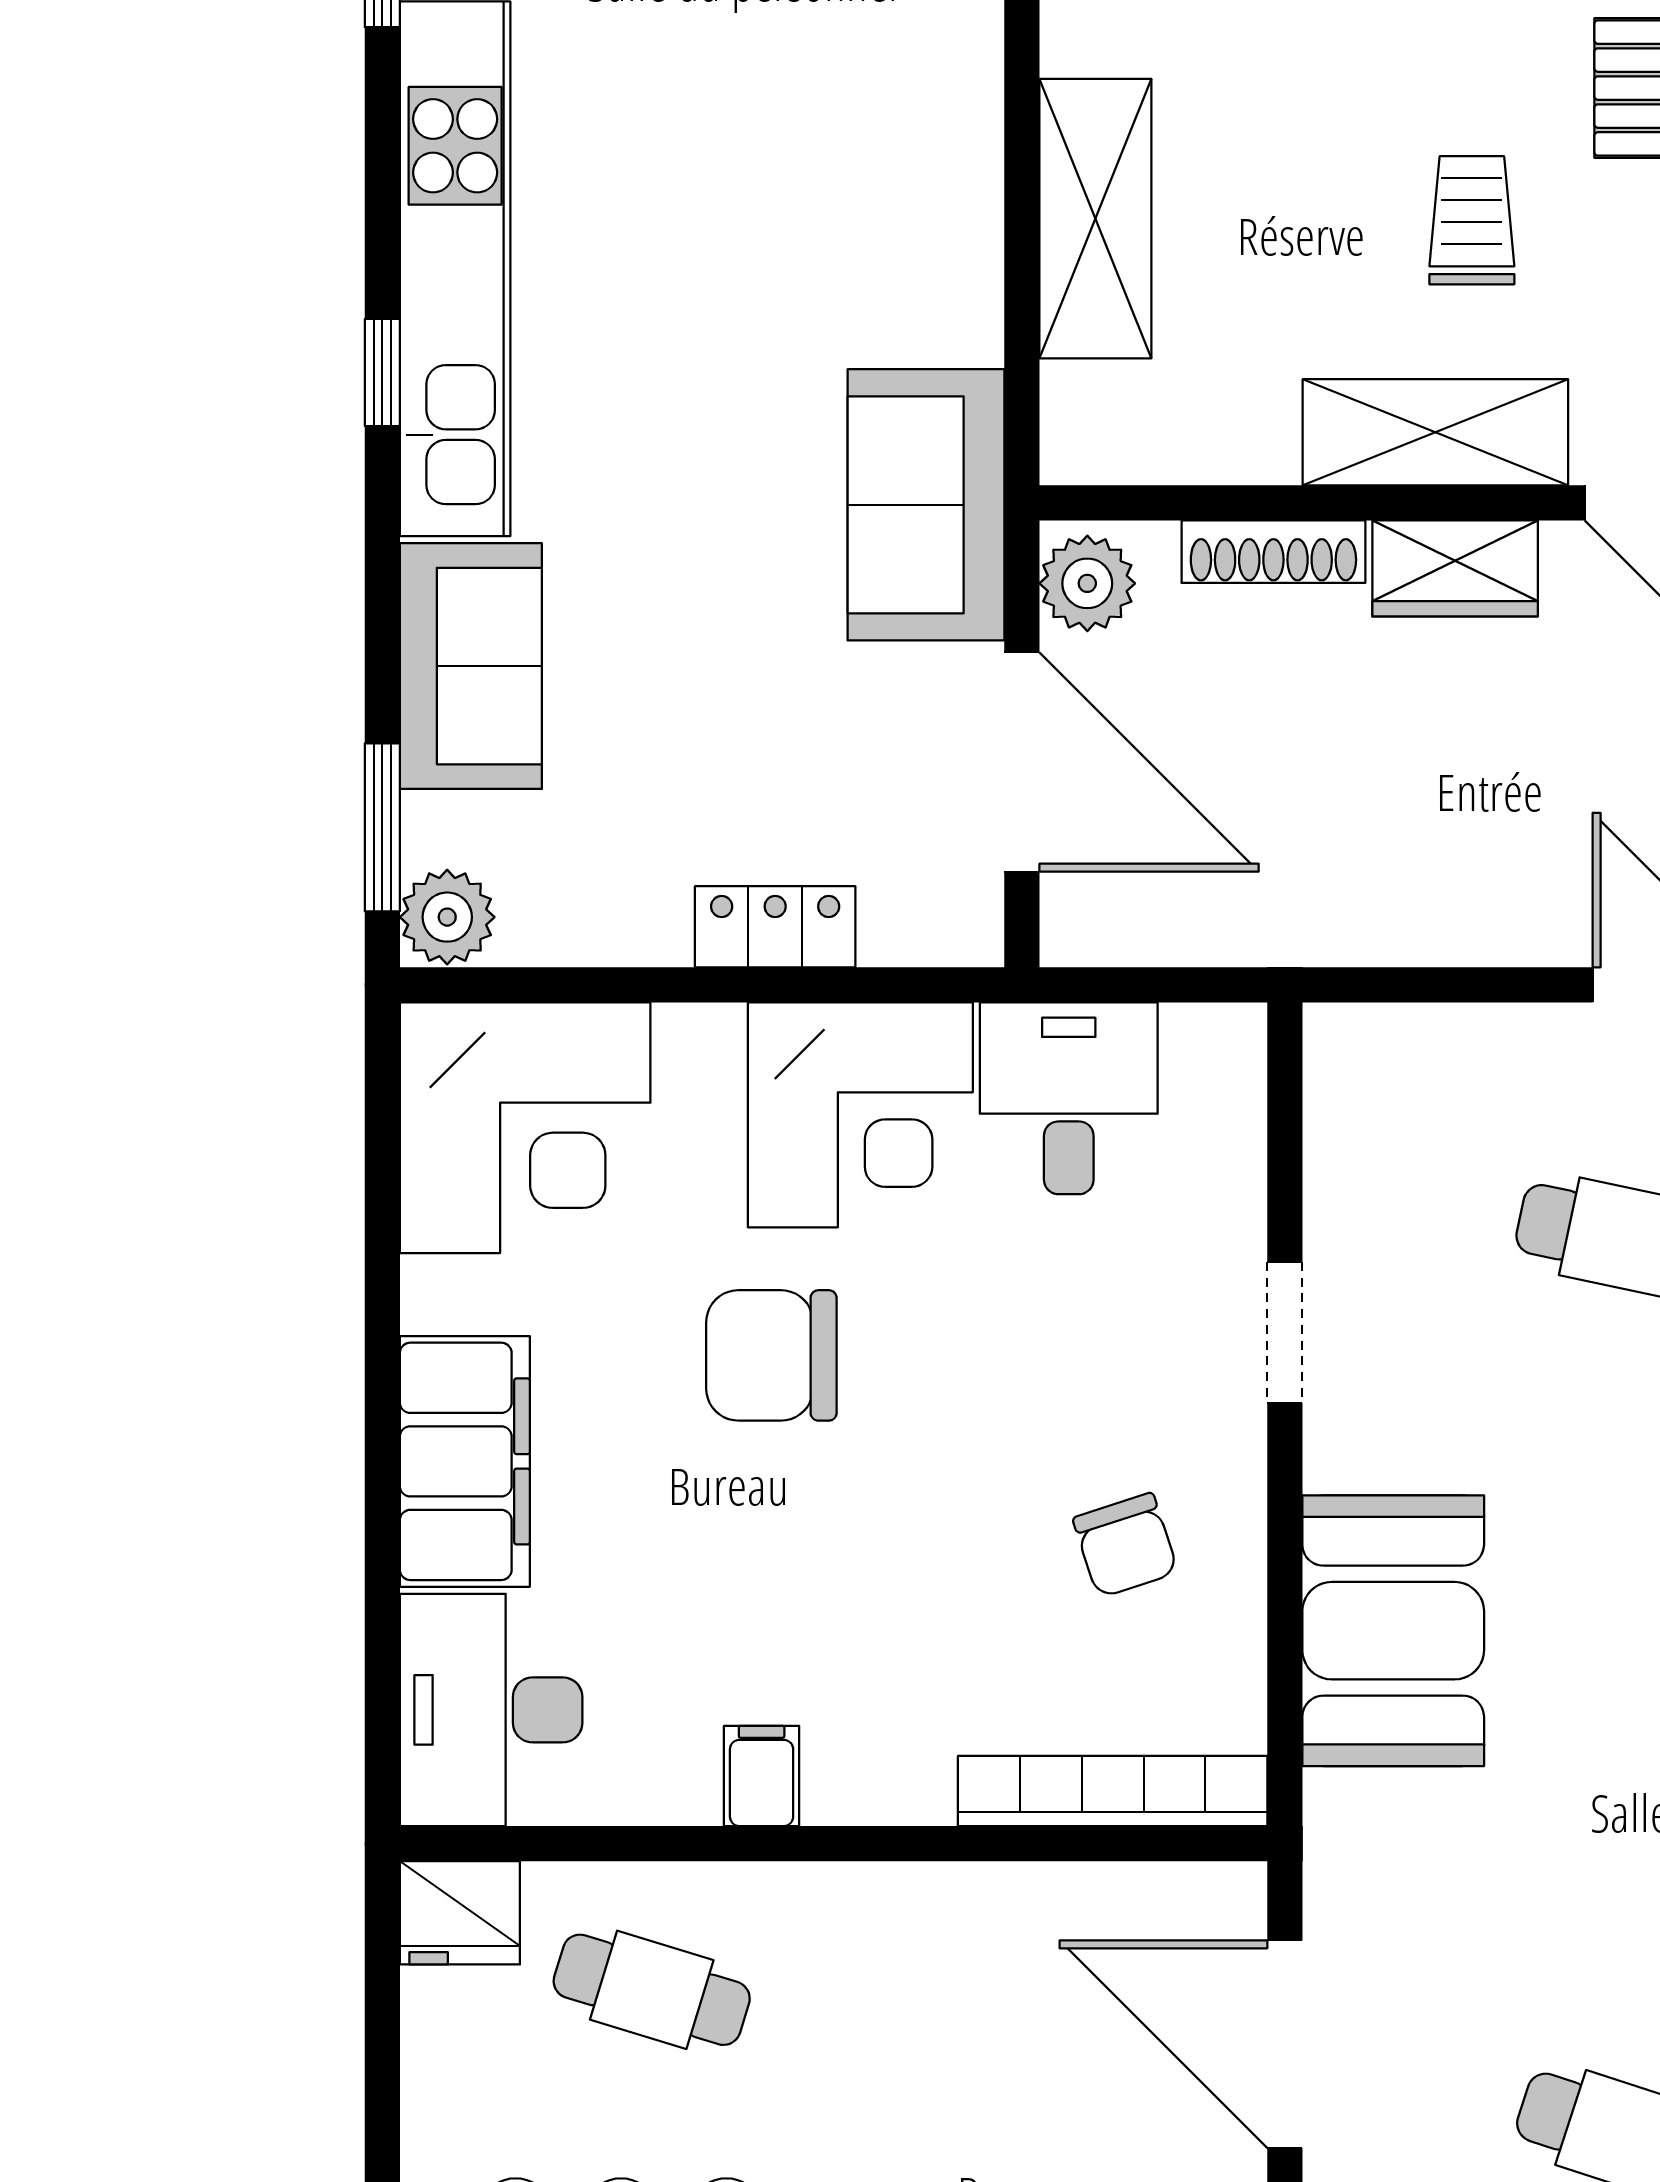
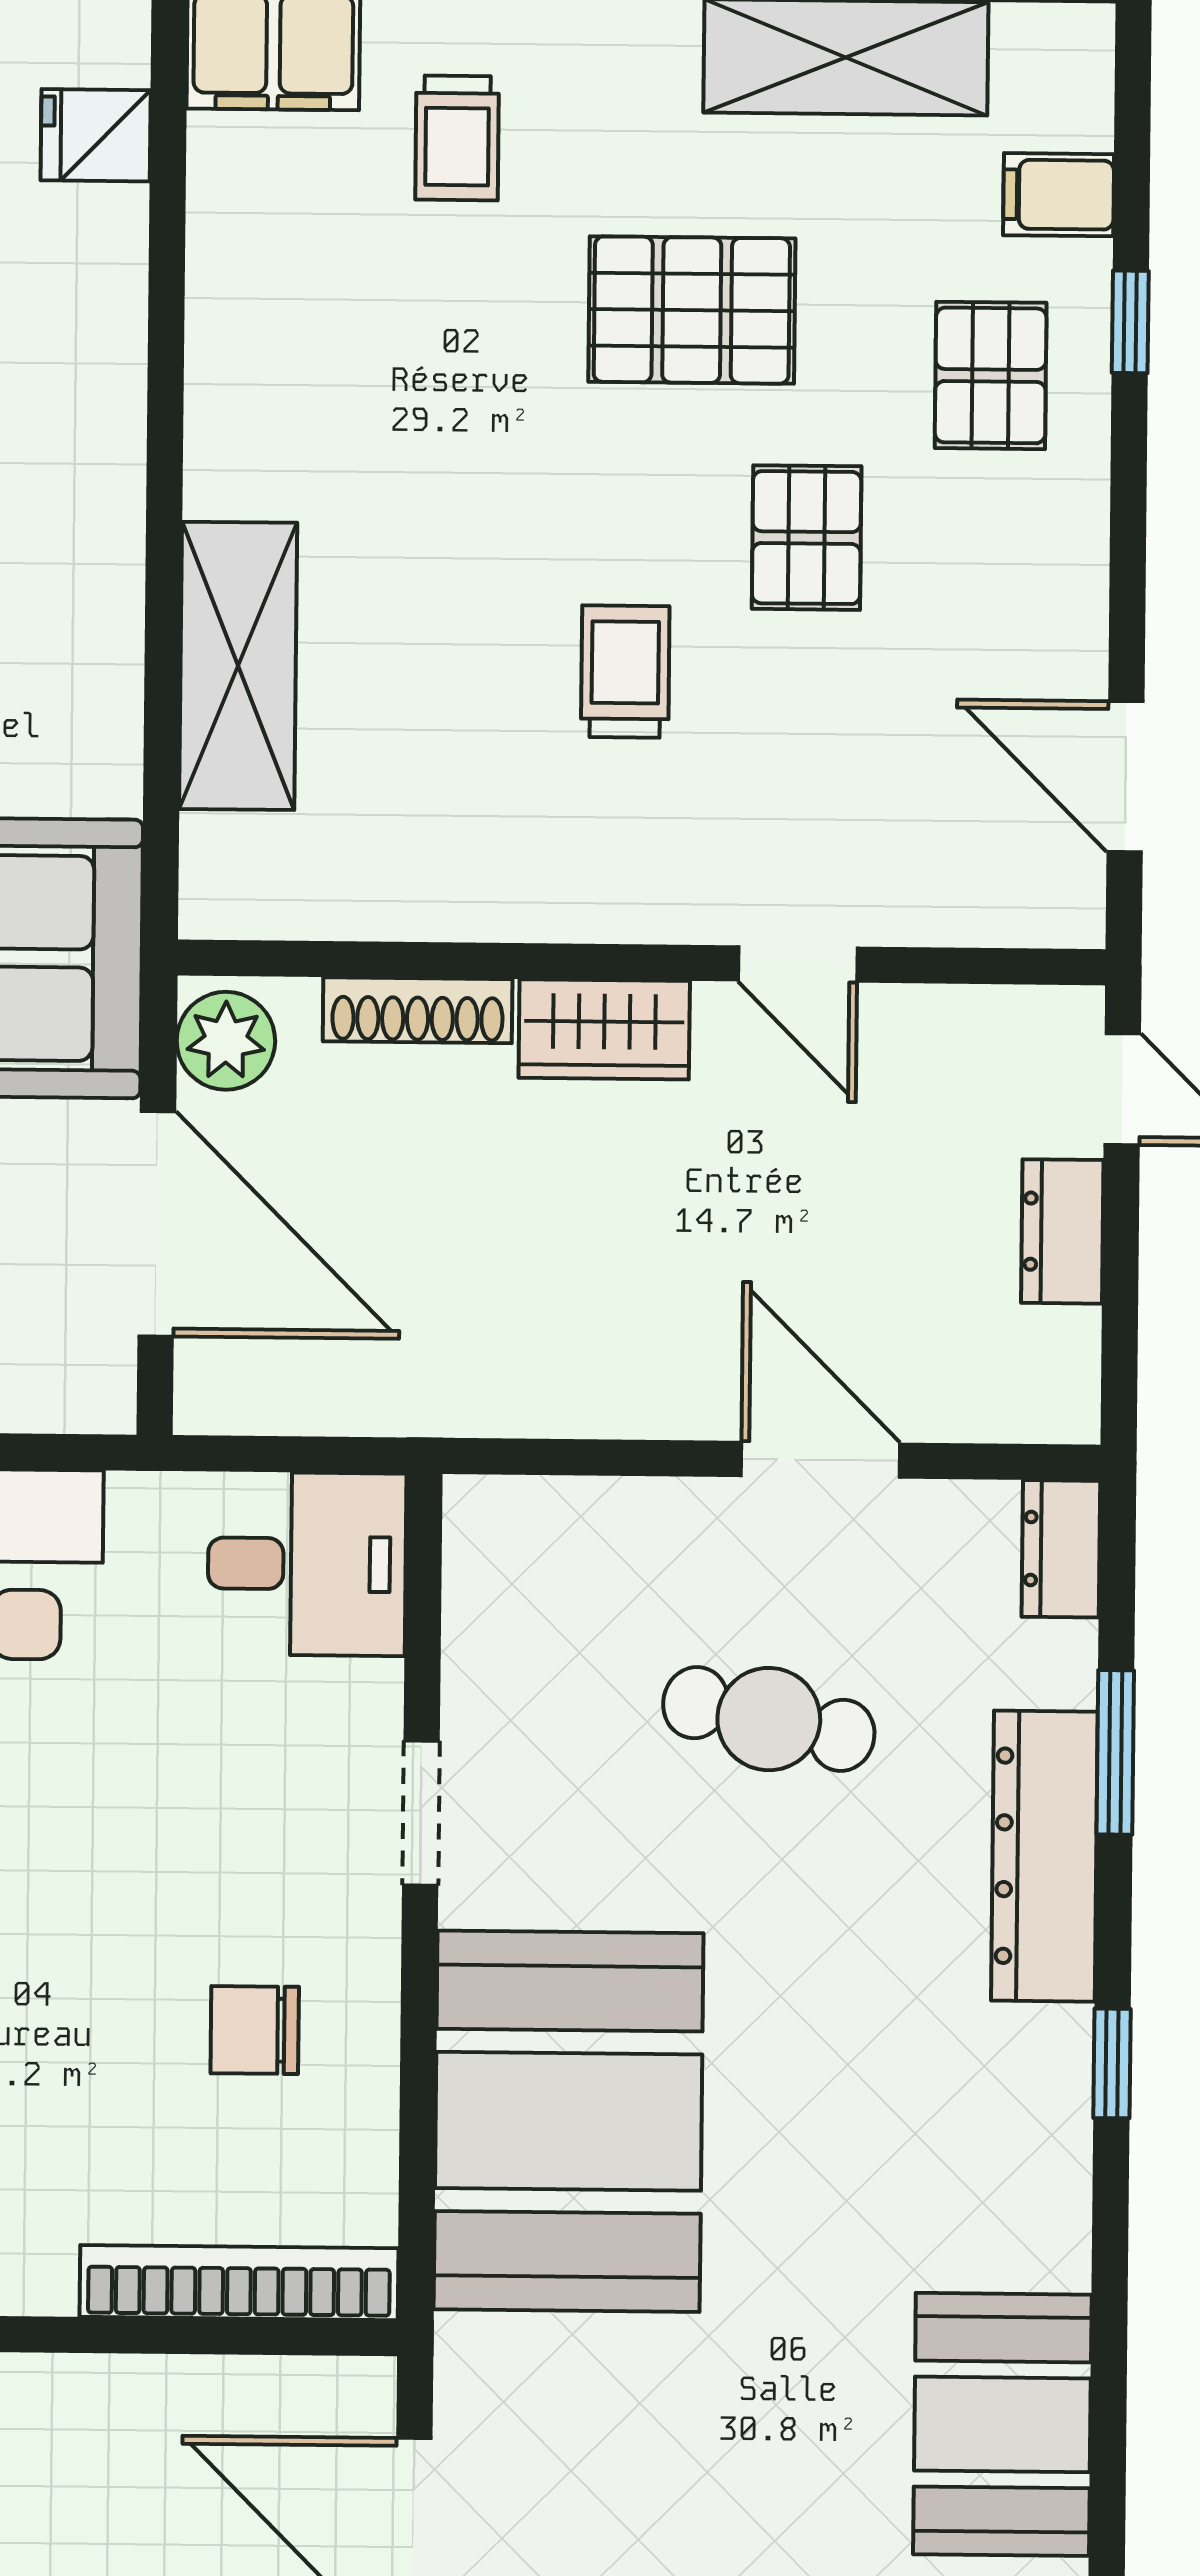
shelving: (1435, 432) -> (585, 889), removed
desk: (1069, 1098) -> (307, 1564), moved, turned 90
chair: (1125, 1545) -> (255, 2030), turned 108
booth: (1393, 1631) -> (569, 2121), width x1.36, depth x1.42

